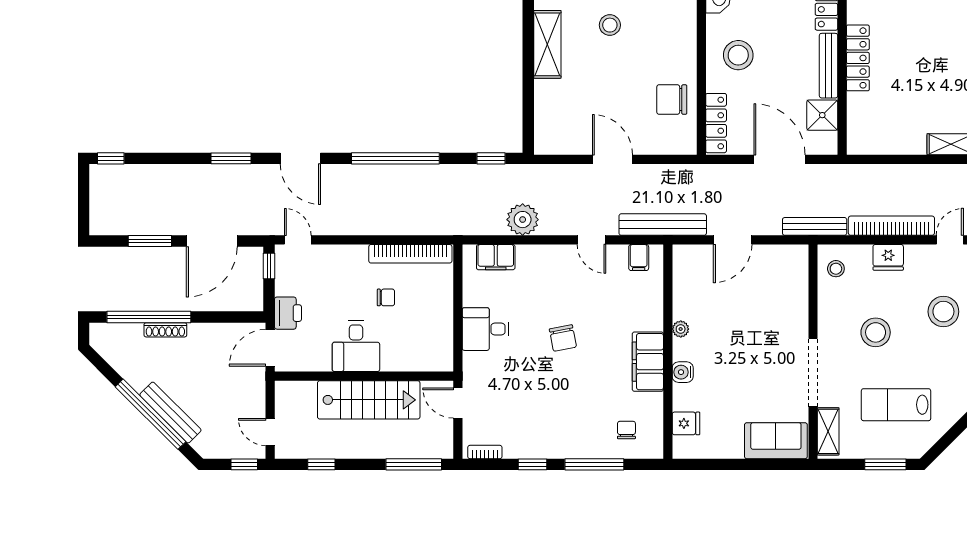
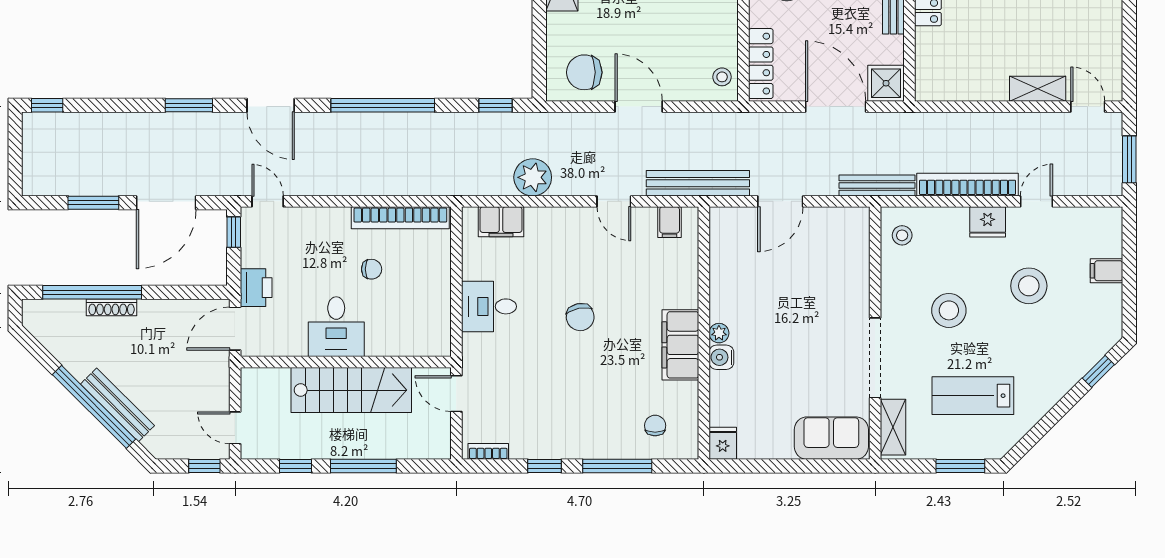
chair: (672, 100) -> (584, 72), moved
shower: (822, 115) -> (886, 83), moved
stool: (683, 134) -> (722, 77), added
fridge: (888, 257) -> (988, 222), moved
plant: (681, 329) -> (719, 333), moved
fridge: (686, 423) -> (723, 443), moved, turned -90
window: (414, 464) -> (363, 466), moved

